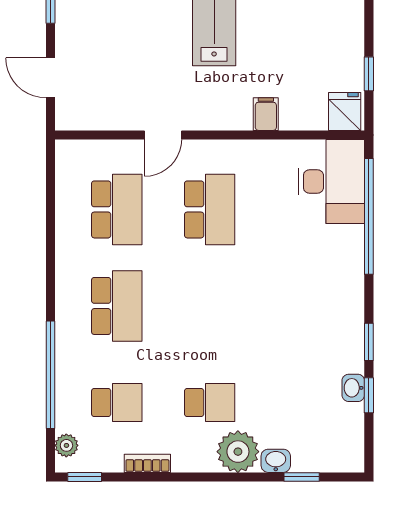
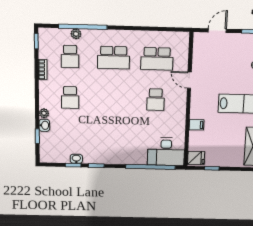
school desk: (210, 209) -> (156, 100), width x0.54
plant: (66, 445) -> (76, 34), moved
plant: (238, 452) -> (44, 113), width x0.53, depth x0.53

